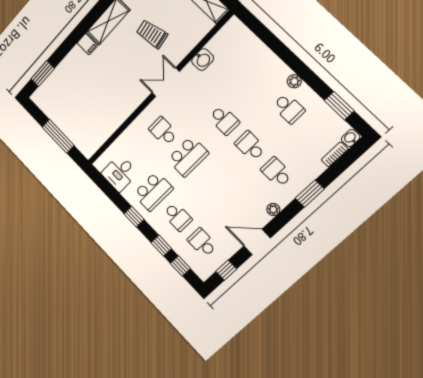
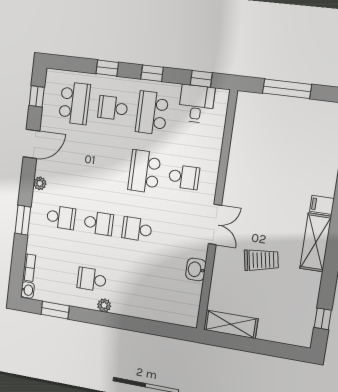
school desk: (202, 243) -> (74, 103), width x1.85
window: (180, 266) -> (201, 79), moved

